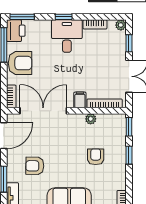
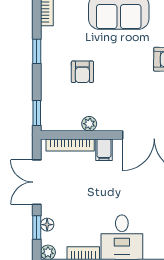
floor lamp: (121, 45) -> (47, 225), added
window: (129, 155) -> (37, 51), moved

